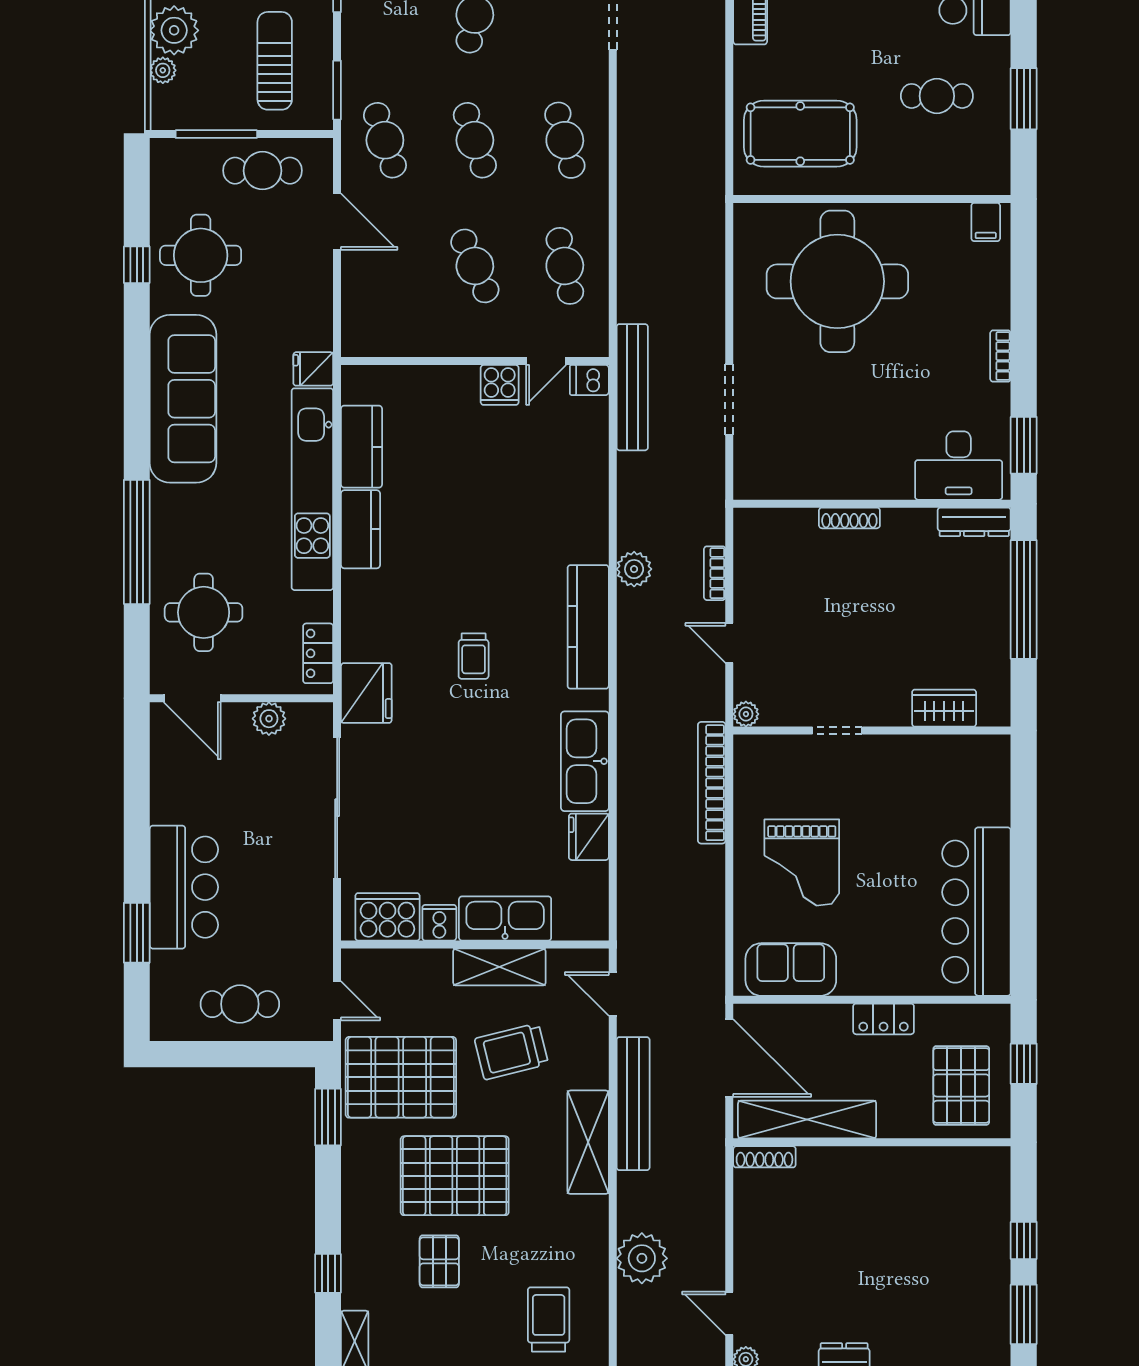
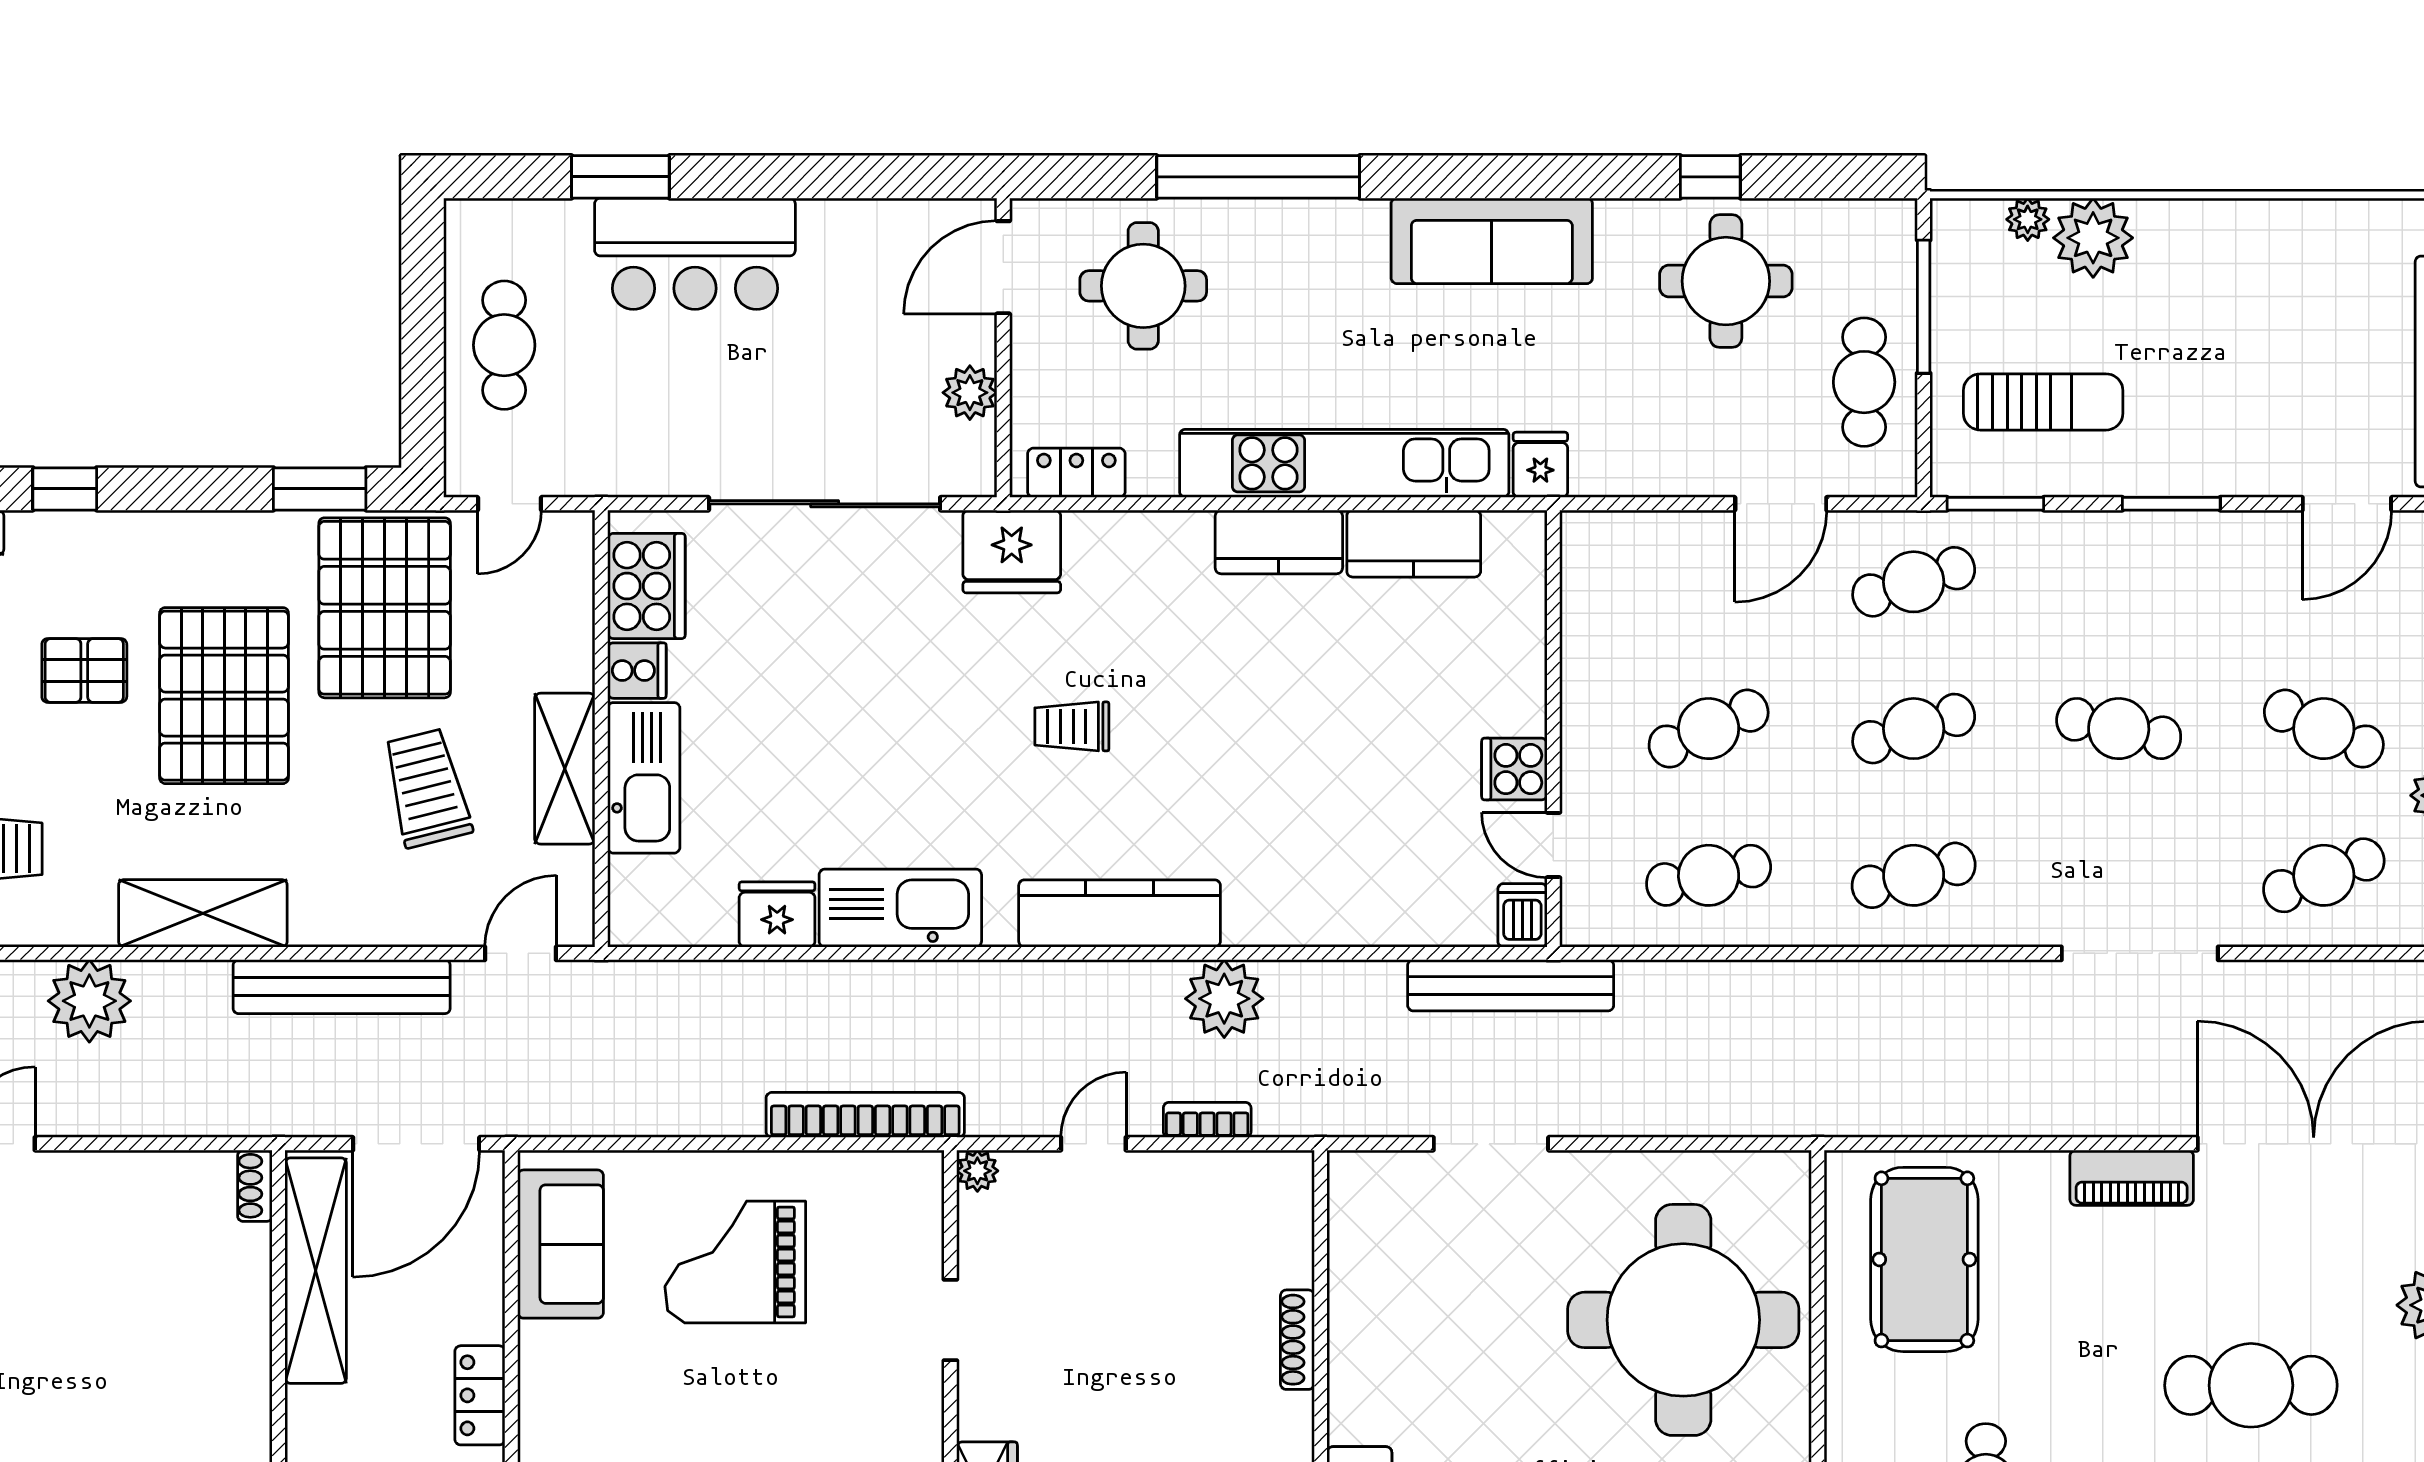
sofa: (183, 399) -> (1492, 241), width x0.74, depth x0.79
plant: (634, 569) -> (1224, 999), width x1.36, depth x1.36
shelving: (588, 1142) -> (203, 913), moved
shoe rack: (764, 1157) -> (255, 1186), width x0.70

